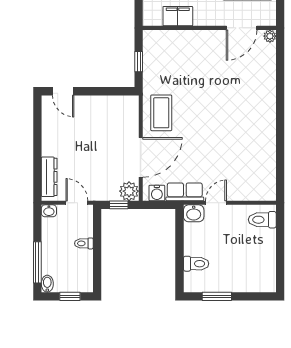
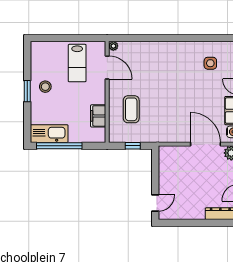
coffee table: (161, 113) -> (131, 109), moved, turned 90
side table: (247, 164) -> (210, 63), added

